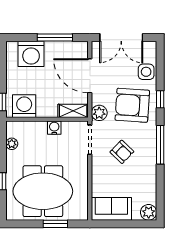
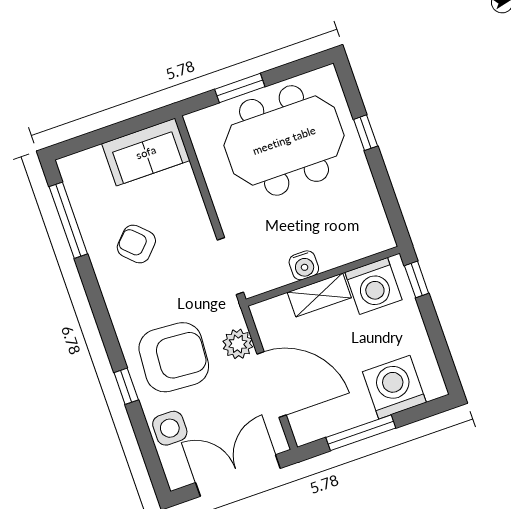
shelving: (73, 111) -> (319, 295), moved
plant: (99, 113) -> (238, 344), moved
plant: (12, 144) -> (372, 208), removed
window: (160, 145) -> (68, 220), moved
armchair: (122, 152) -> (136, 244), moved
plant: (149, 212) -> (75, 169), removed

